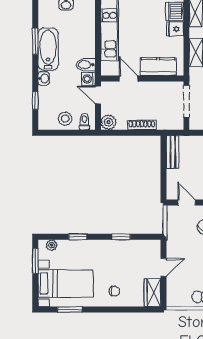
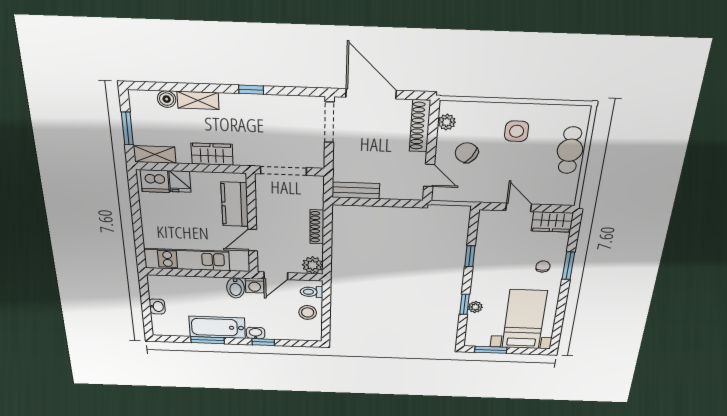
window: (35, 100) -> (263, 342), moved
door: (187, 203) -> (429, 175), swing flipped
plant: (52, 245) -> (475, 307), moved
window: (70, 310) -> (568, 266), moved

